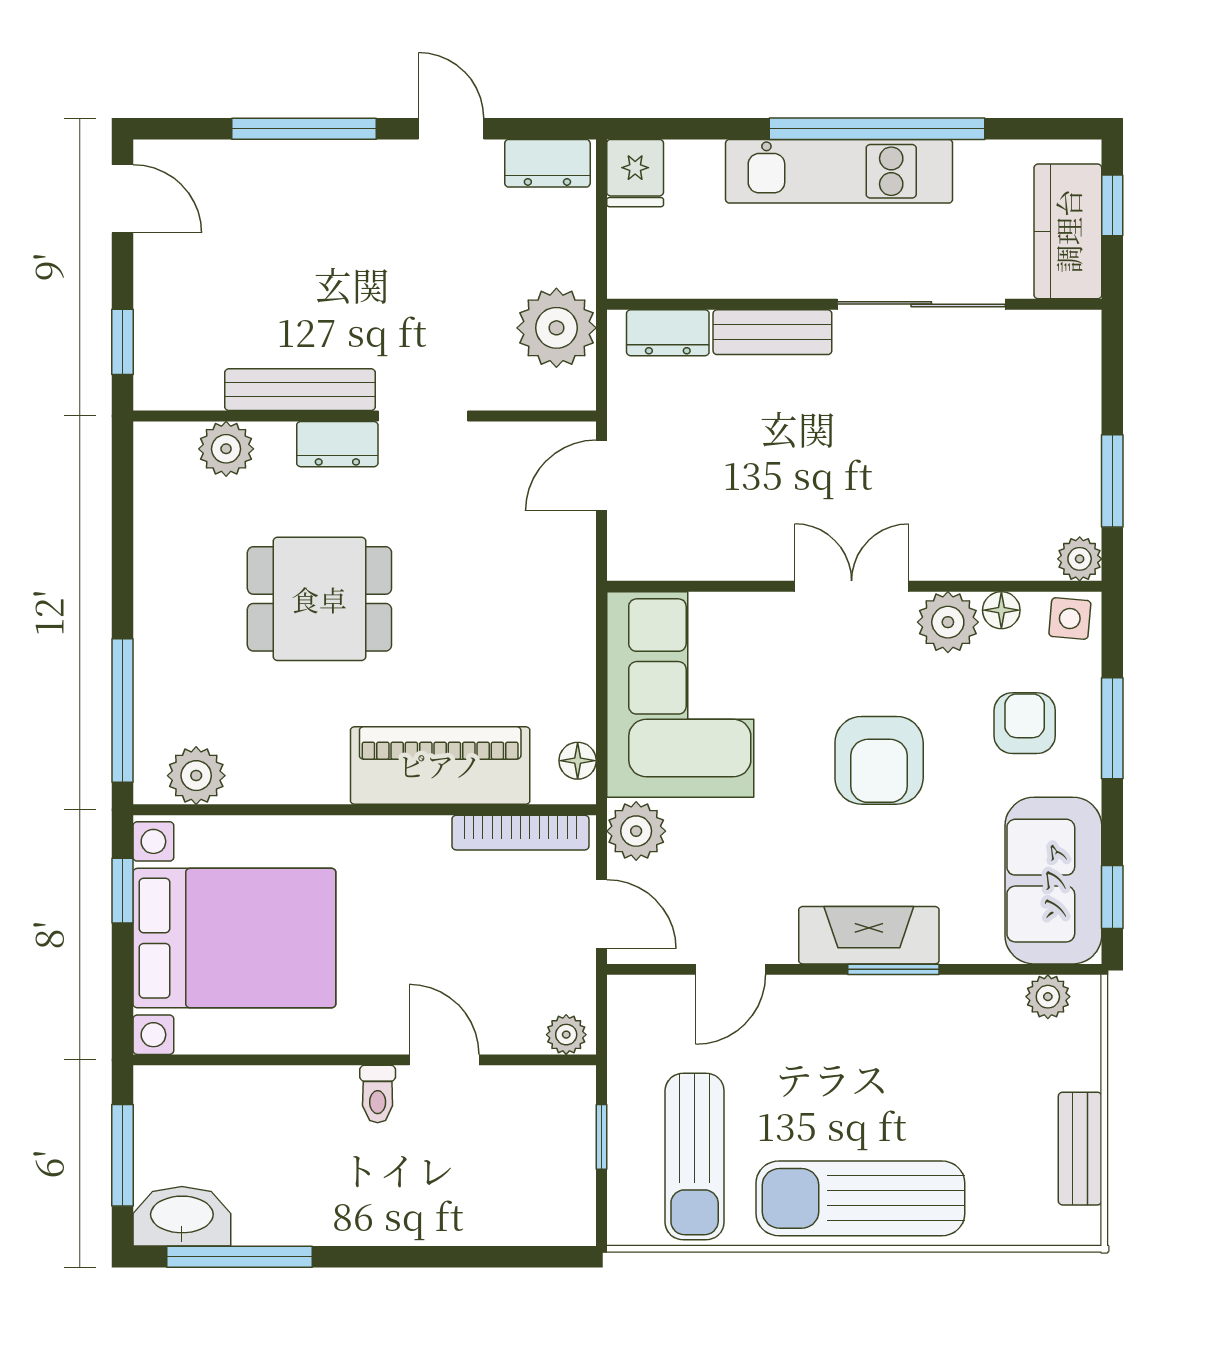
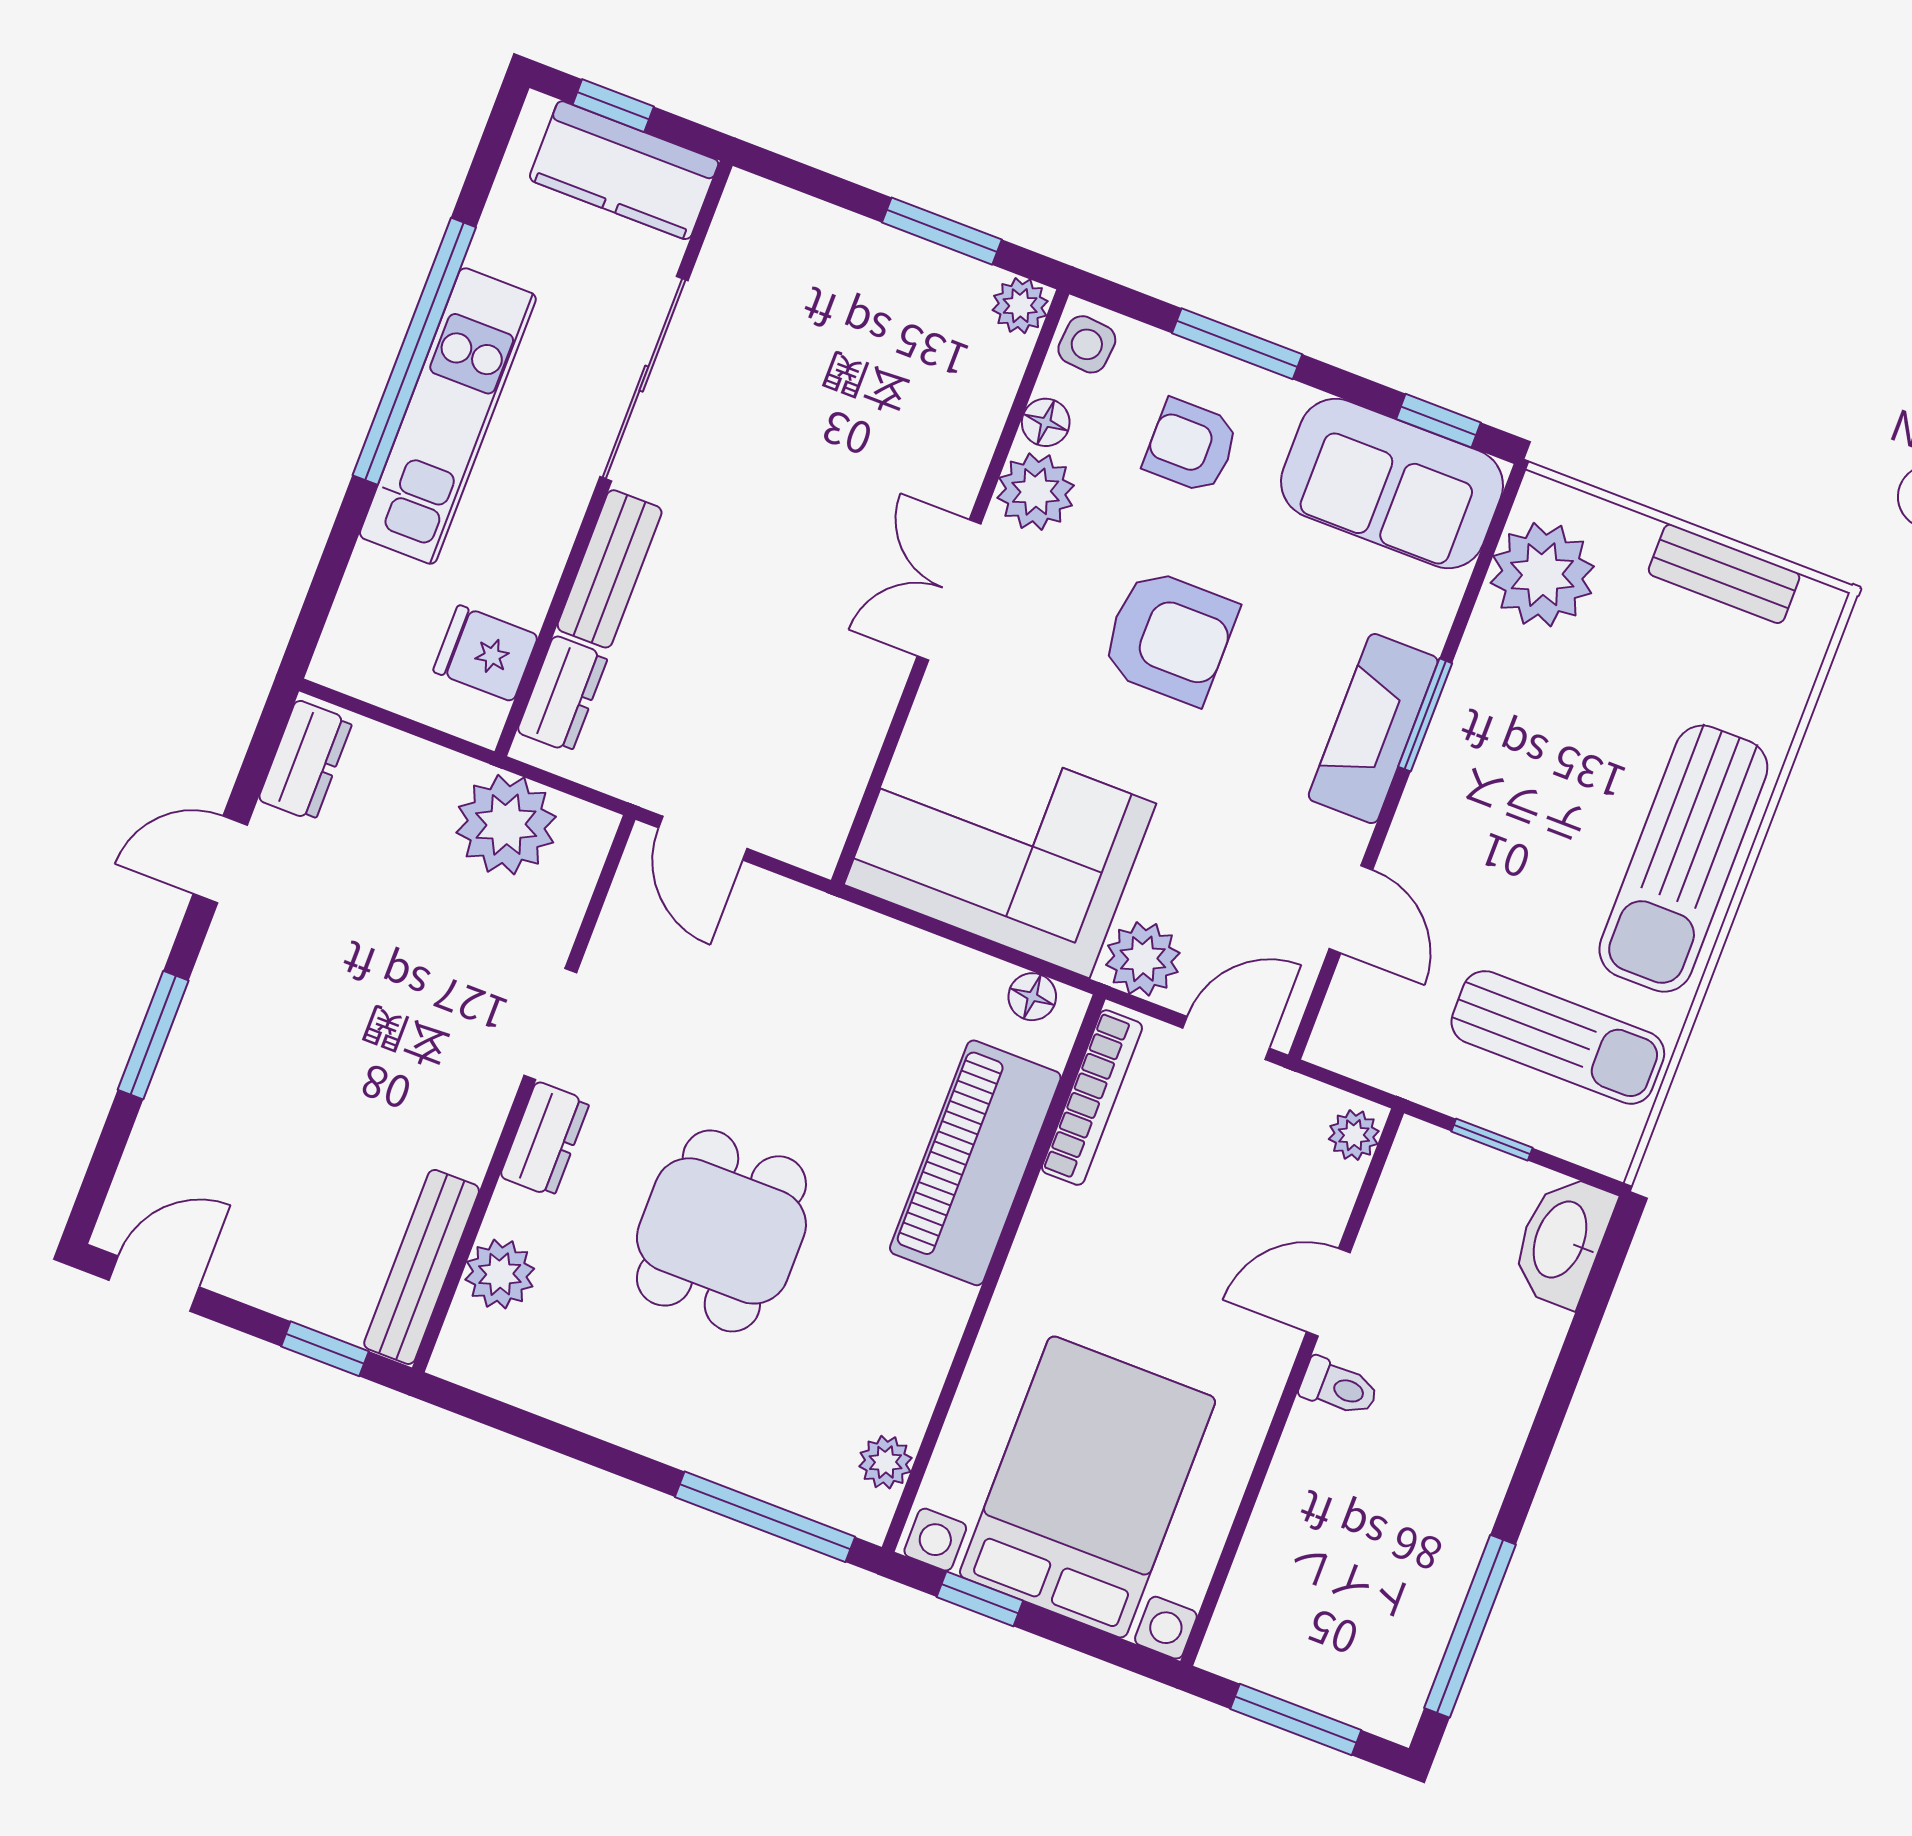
window: (304, 129) -> (153, 1035), width x0.69
fridge: (635, 173) -> (486, 653), moved, turned 180
bench: (300, 390) -> (422, 1267), moved
plant: (196, 776) -> (885, 1462), width x0.73, depth x0.73
plant: (1048, 997) -> (1542, 575), width x1.88, depth x1.88
washbasin: (182, 1216) -> (1562, 1240), moved

